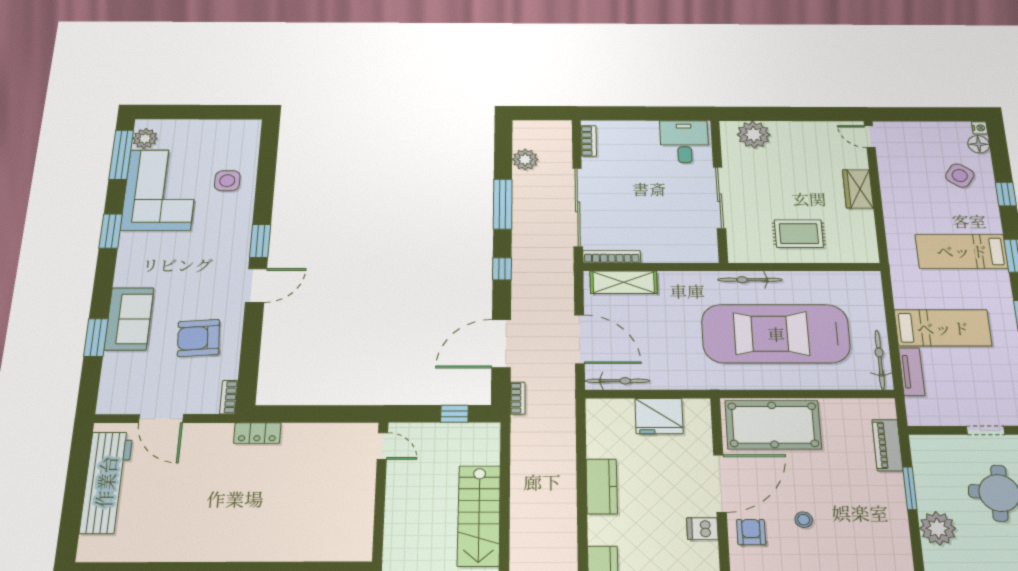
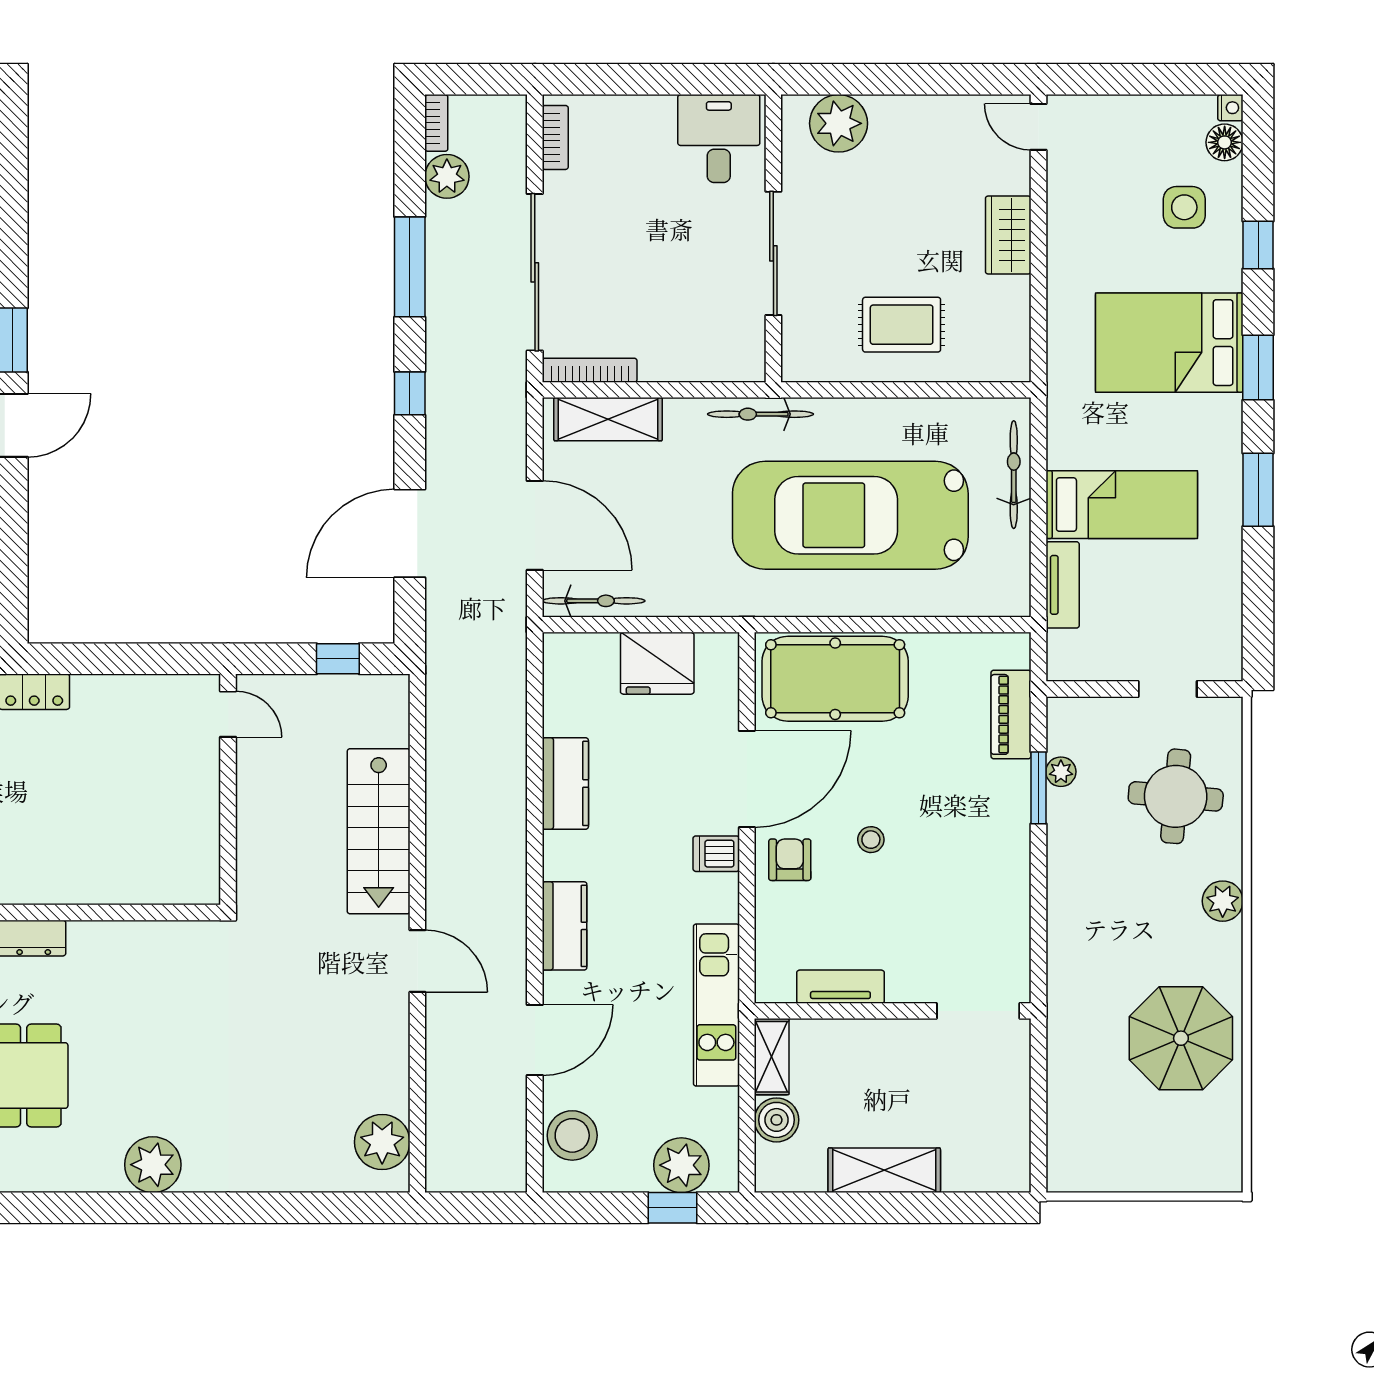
side table: (960, 176) -> (1184, 207), turned -34
bed: (962, 251) -> (1169, 343), width x1.50
bicycle: (750, 280) -> (760, 414), moved
bicycle: (880, 360) -> (1014, 475), moved
bookcase: (518, 398) -> (436, 123), moved
plant: (938, 528) -> (1061, 772), moved, width x0.53, depth x0.53

